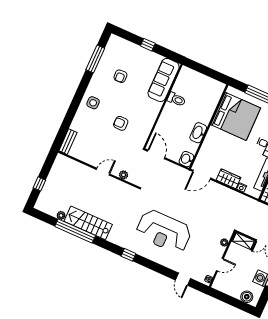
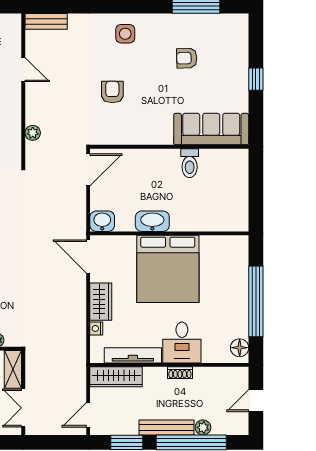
bed: (236, 116) -> (168, 269), moved
door: (103, 172) -> (23, 70), moved

